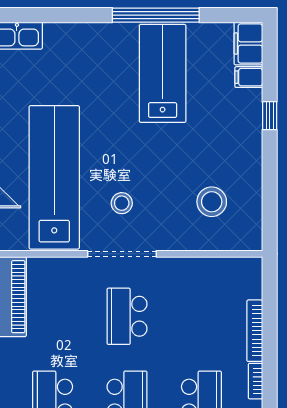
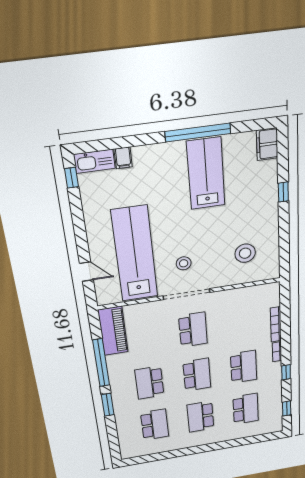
filing cabinet: (249, 77) -> (123, 158), moved, turned -90
school desk: (127, 316) -> (193, 330), turned 180

